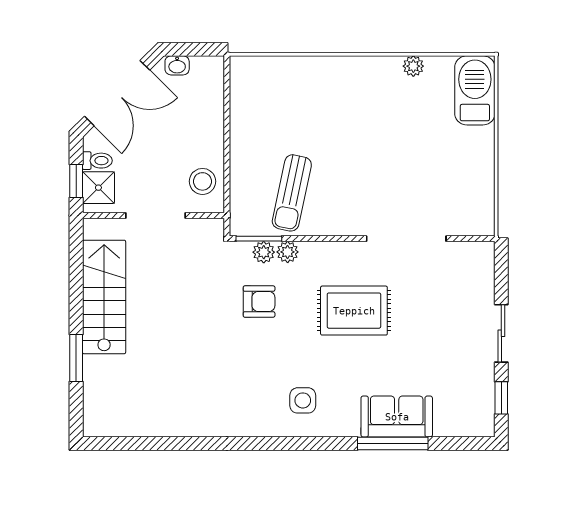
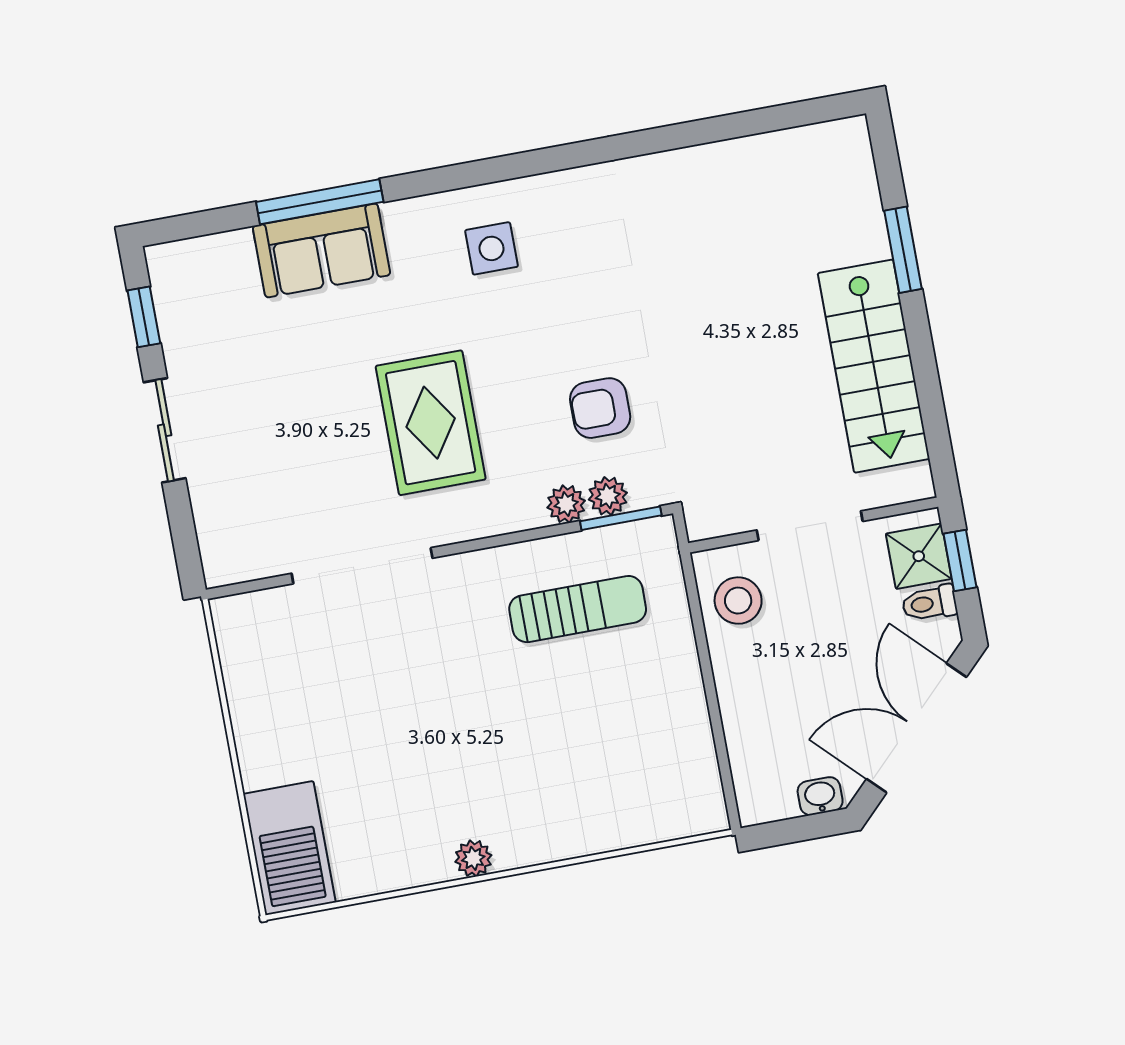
plant: (413, 66) -> (473, 858), moved
sun lounger: (292, 193) -> (578, 609), turned 78
rug: (354, 311) -> (431, 423), turned 90

